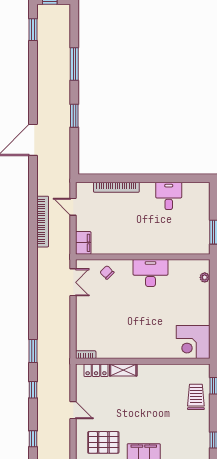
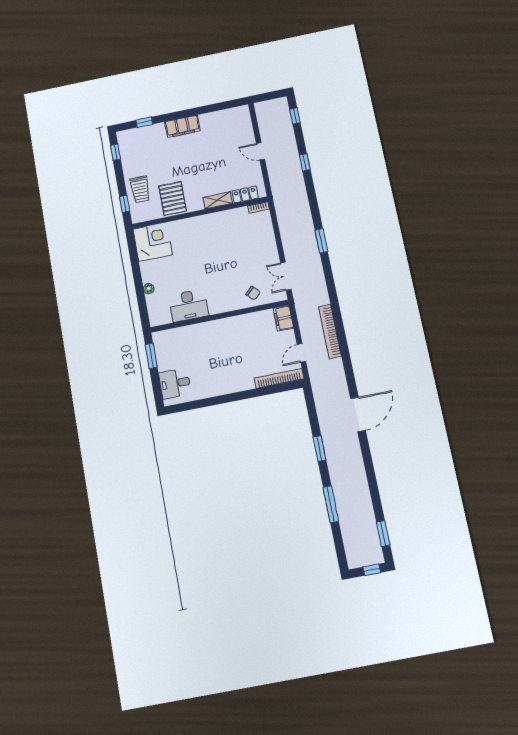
bookcase: (116, 187) -> (279, 378), moved
desk: (169, 196) -> (175, 383), moved, turned 90
door: (73, 207) -> (301, 353), swing flipped
desk: (151, 273) -> (189, 305), moved
plant: (205, 277) -> (149, 289), moved
window: (33, 351) -> (321, 241), moved
pallet: (103, 442) -> (173, 199), moved, turned 90

